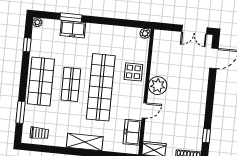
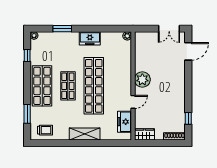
freezer: (73, 29) -> (90, 38), moved
display table: (133, 72) -> (120, 70), removed

